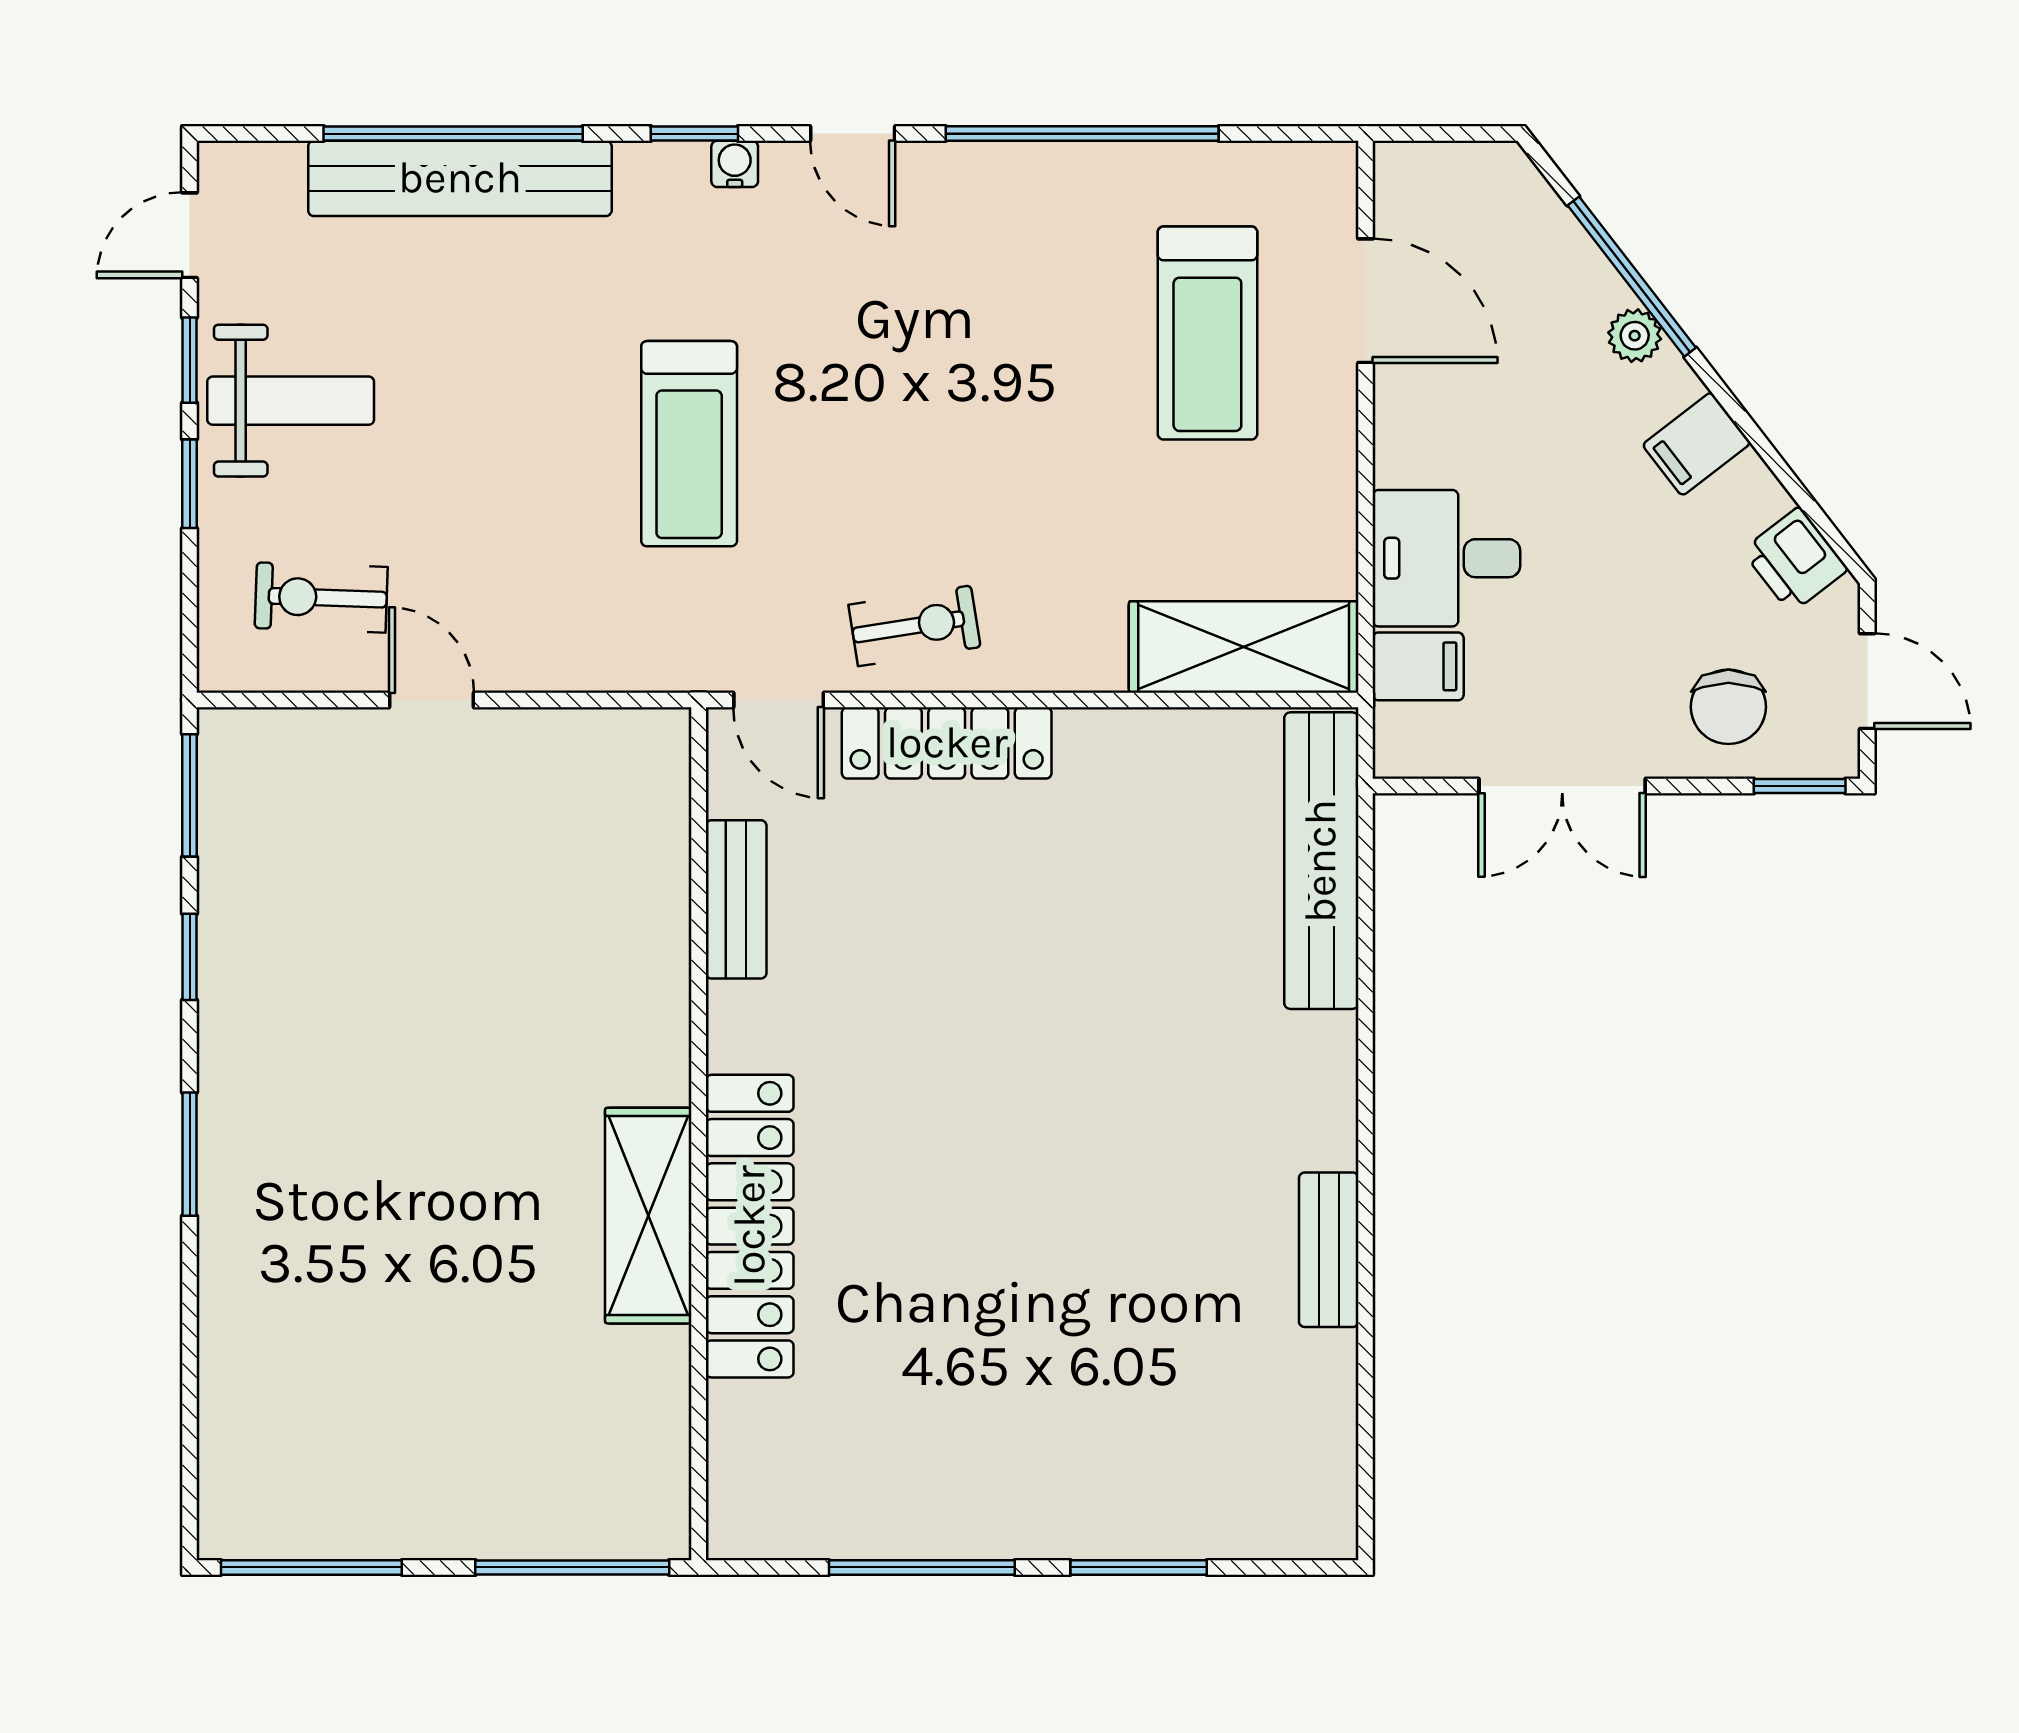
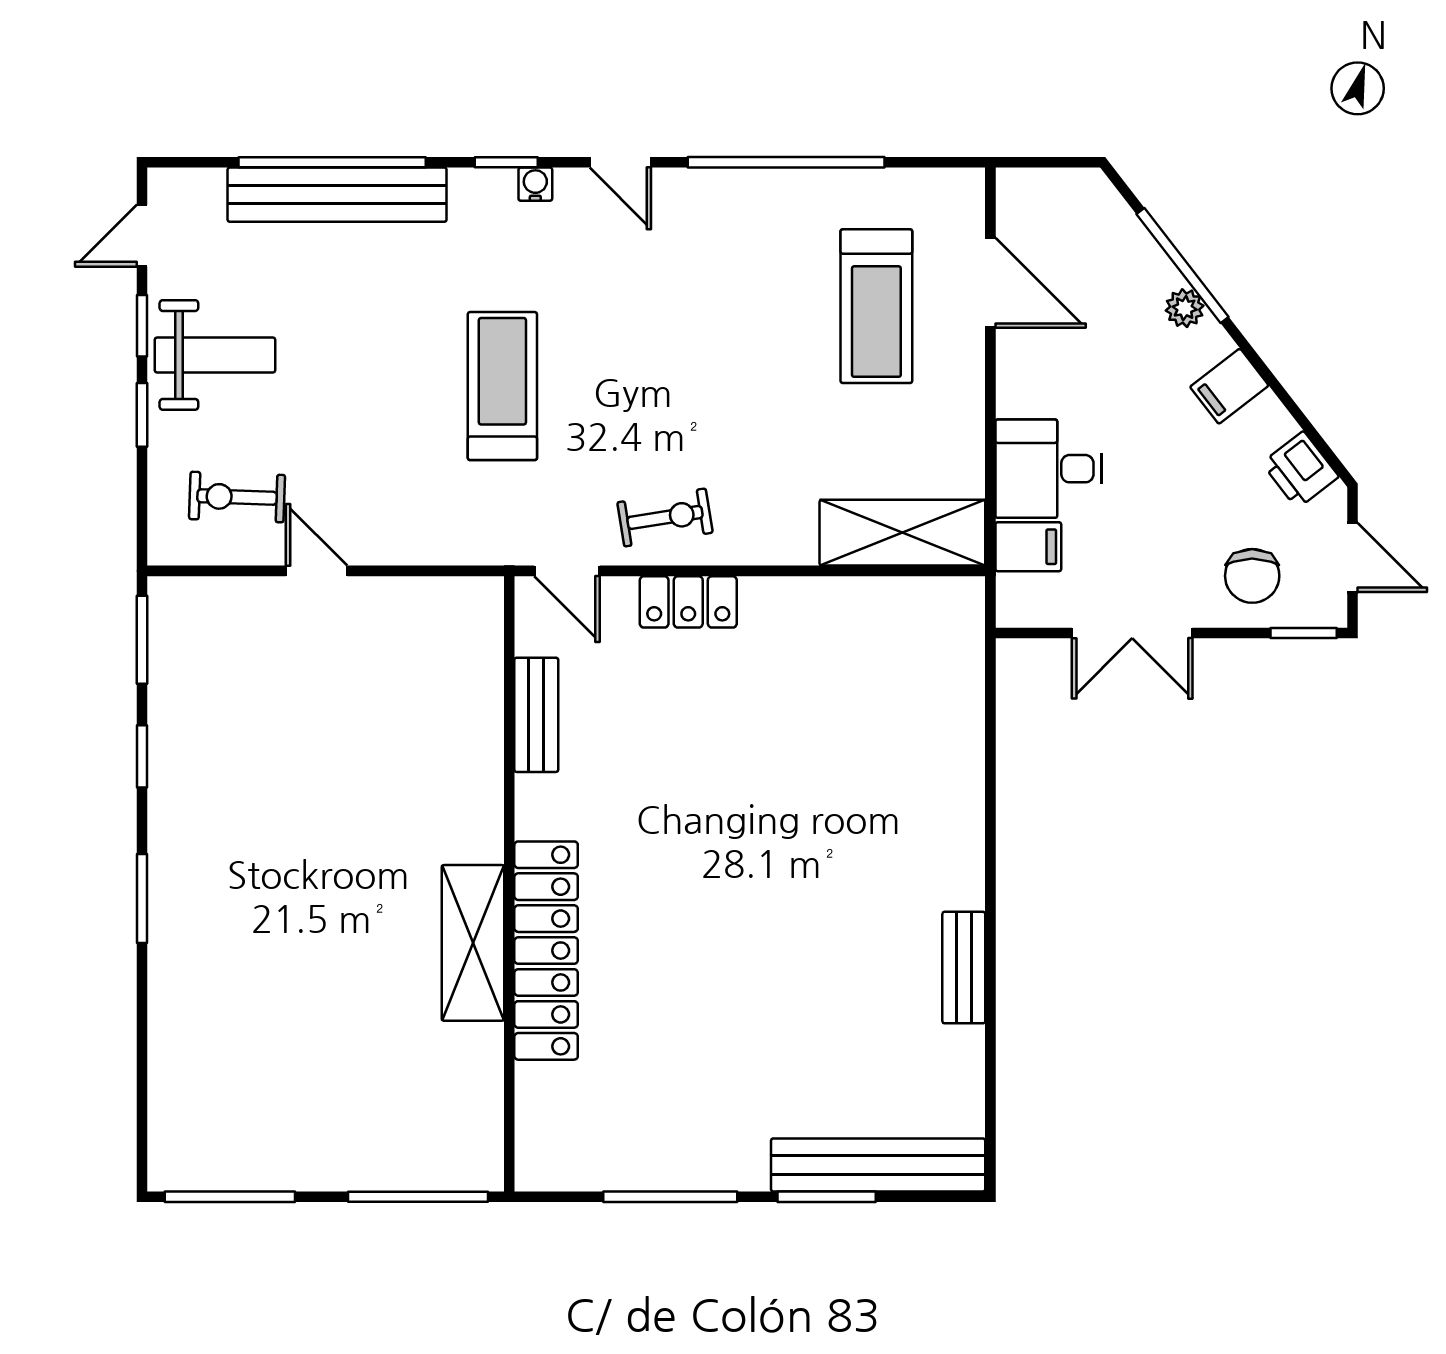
treadmill: (689, 444) -> (502, 386), turned 180
locker: (947, 743) -> (688, 602), width x0.66
bench: (1321, 861) -> (878, 1165), moved, turned 90

